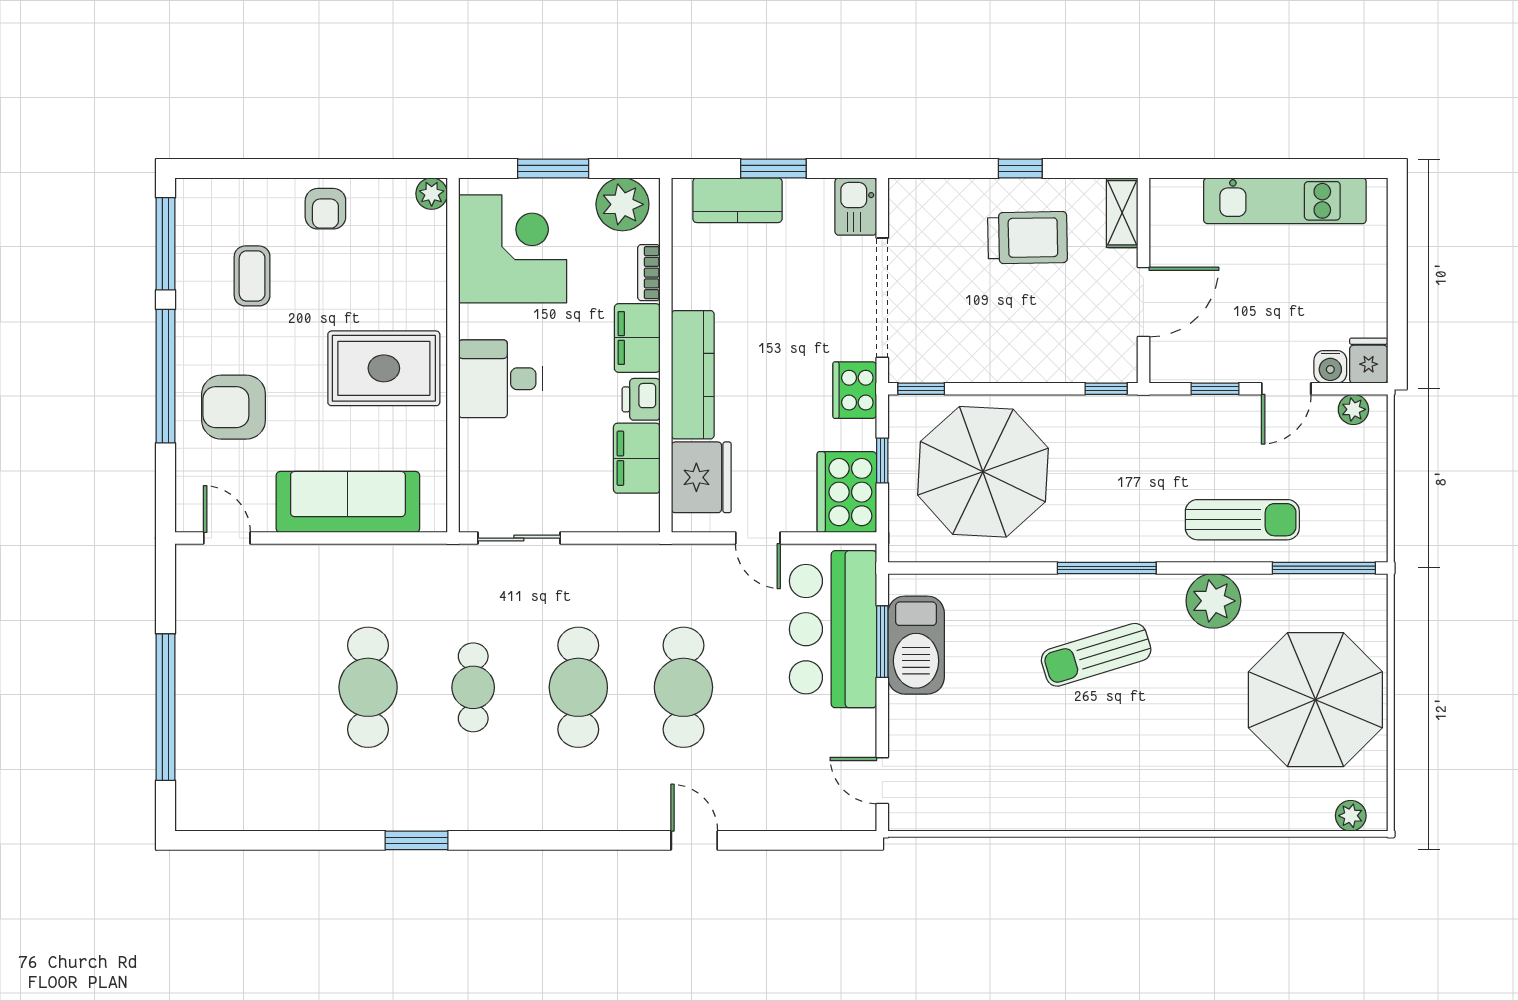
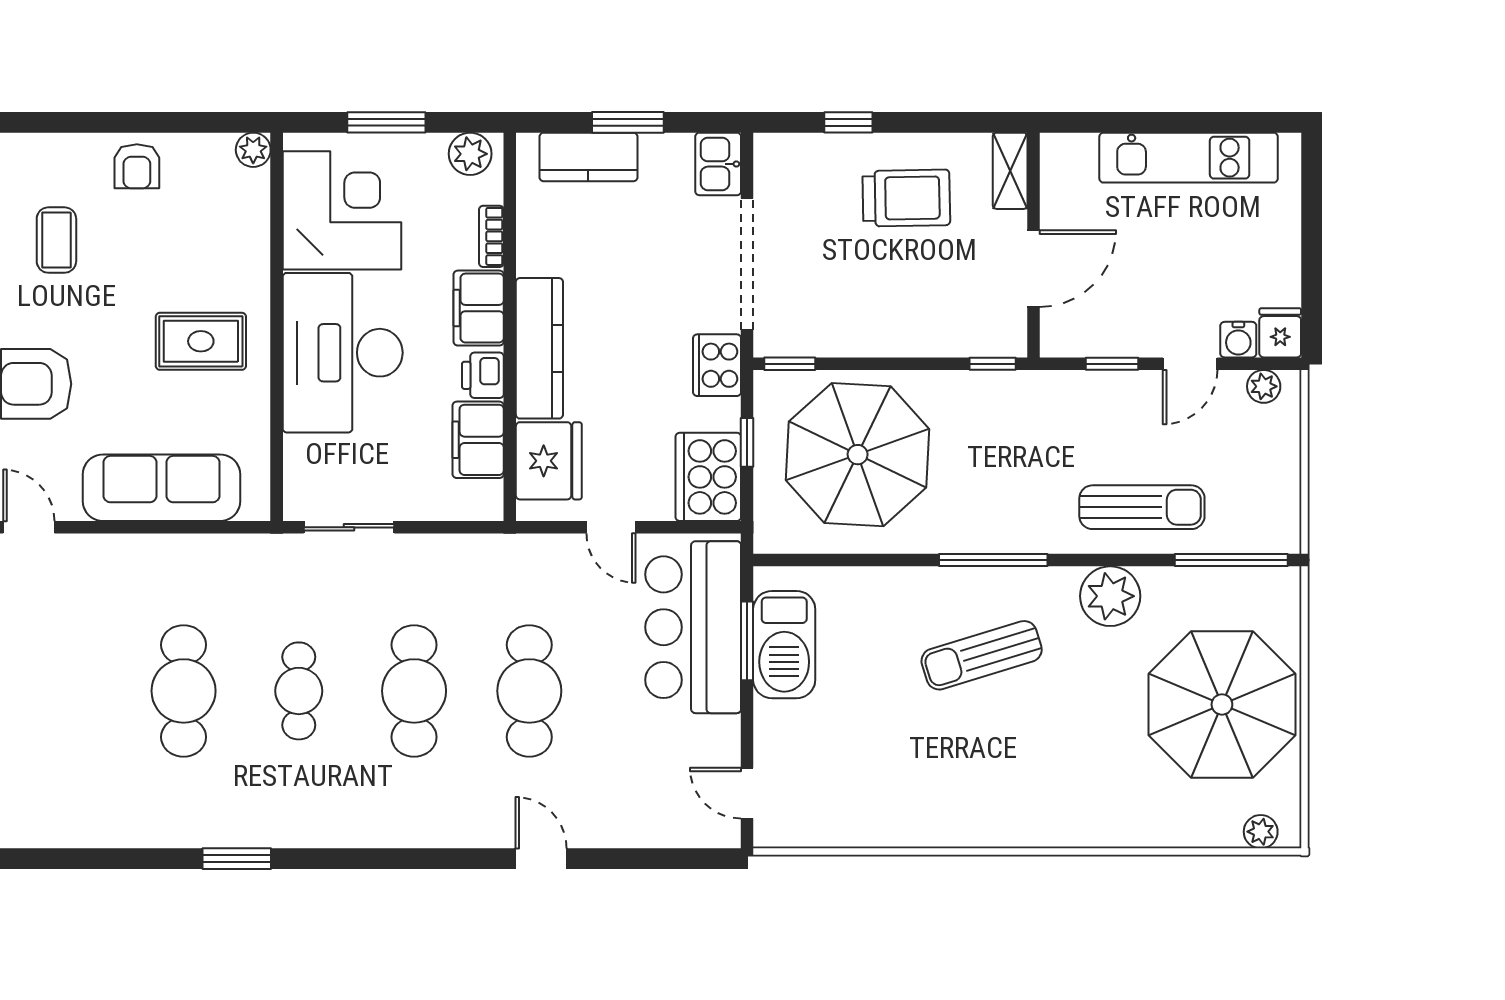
window: (1020, 169) -> (848, 122), moved
plant: (622, 204) -> (470, 154), width x0.73, depth x0.73
rug: (384, 368) -> (201, 341), width x0.73, depth x0.70
desk: (501, 379) -> (343, 353), width x1.87, depth x1.30

